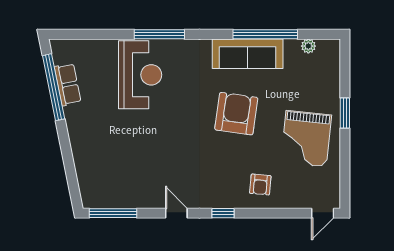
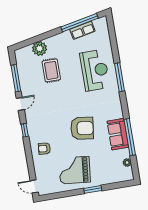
sofa: (248, 54) -> (118, 134), width x0.73
reception desk: (140, 75) -> (95, 70), turned -90
rug: (128, 150) -> (51, 70), added
plant: (87, 164) -> (40, 49), added
window: (113, 213) -> (16, 78), moved

